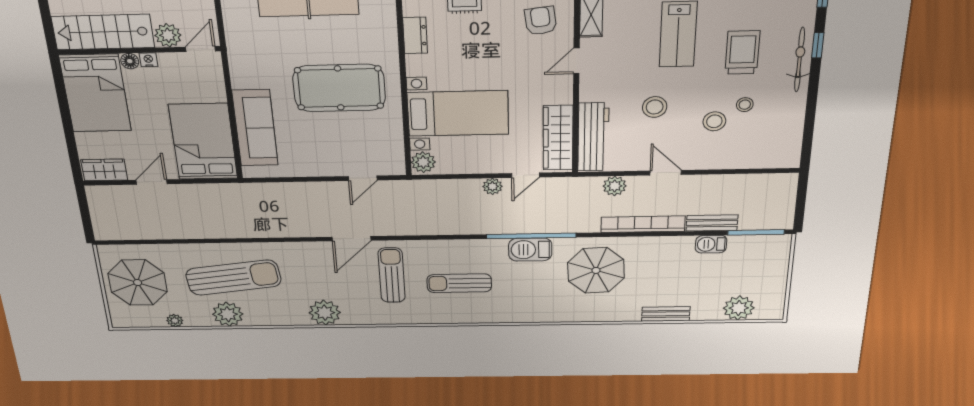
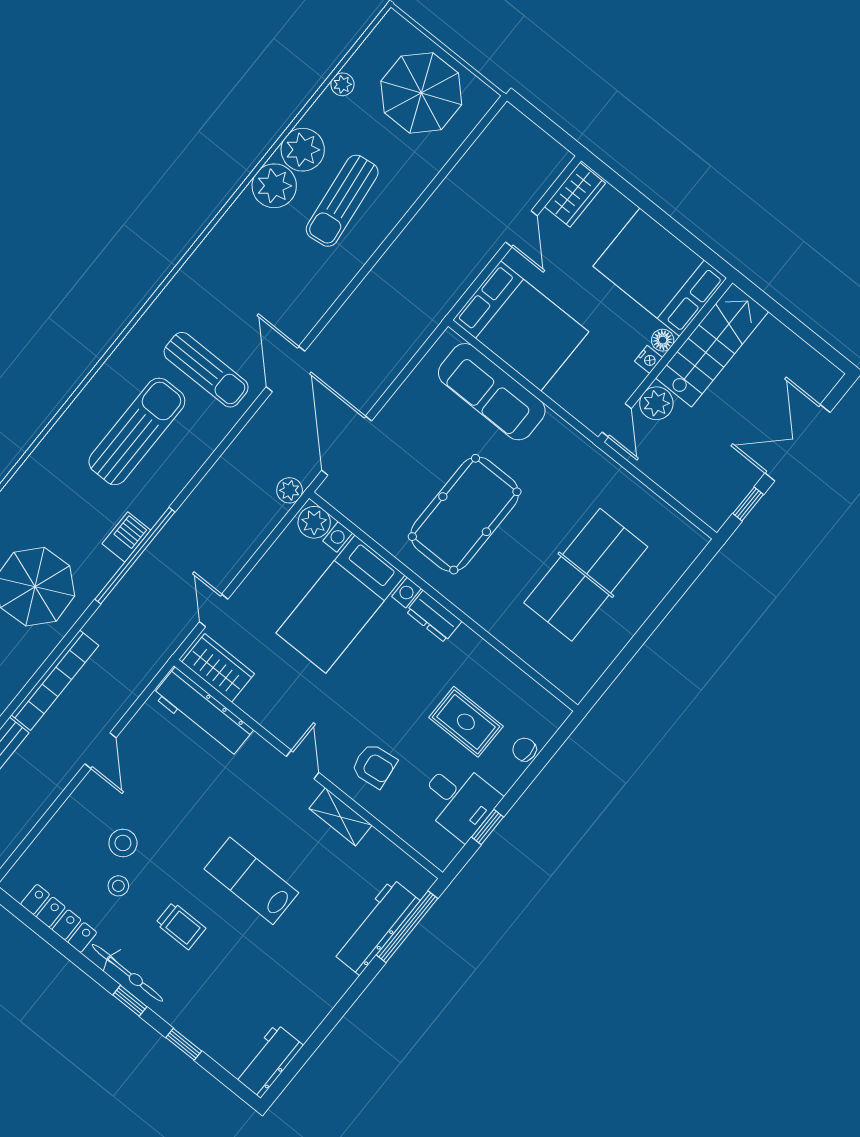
dresser: (415, 35) -> (434, 616), moved
trolley: (742, 53) -> (181, 926), width x0.73, depth x0.72
stool: (655, 107) -> (188, 798), removed
locker: (794, 122) -> (59, 918), added
wardrobe: (558, 138) -> (218, 668), width x0.67
door: (666, 173) -> (100, 751), hinge flipped
door: (363, 178) -> (347, 446), width x1.88
plant: (492, 186) -> (290, 490), moved
plant: (615, 186) -> (126, 688), removed
barbecue: (530, 250) -> (126, 537), width x0.73, depth x0.79
sun lounger: (233, 278) -> (342, 201), width x0.73, depth x0.75
sun lounger: (459, 283) -> (137, 431), width x1.36, depth x1.34
plant: (325, 313) -> (274, 186), moved

